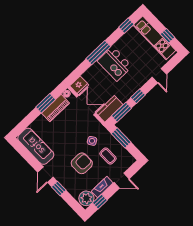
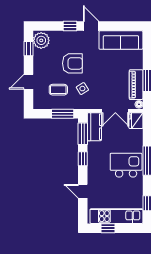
armchair: (82, 163) -> (72, 63), turned -90
fireplace: (102, 187) -> (38, 61), removed

